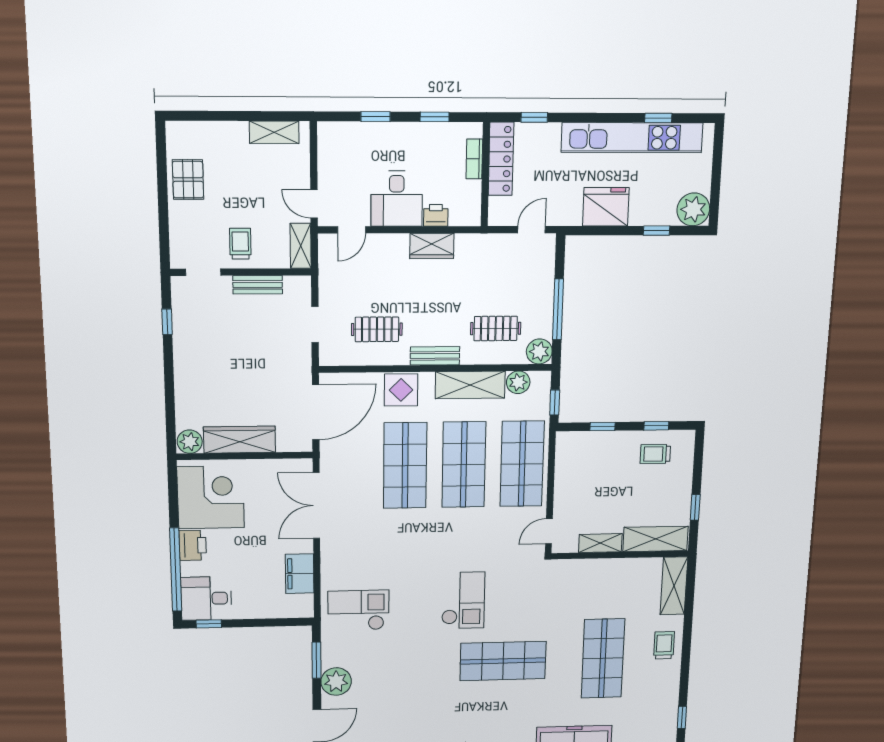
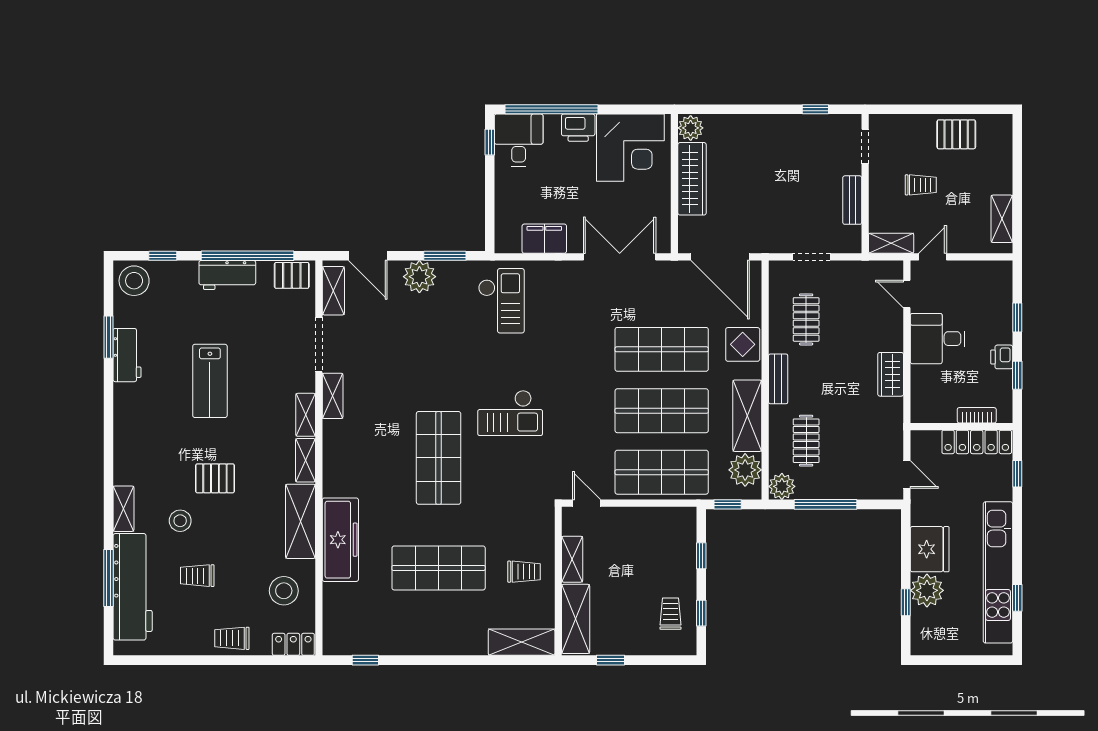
plant: (693, 209) -> (927, 590), moved
printer: (436, 215) -> (1002, 357), moved, turned 180
trolley: (240, 244) -> (921, 185), moved
plant: (518, 382) -> (745, 470), width x1.36, depth x1.36
trolley: (664, 645) -> (524, 572), moved

